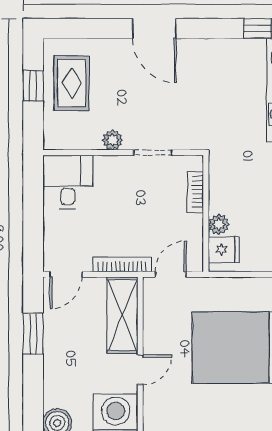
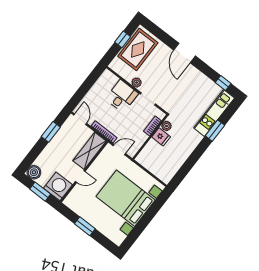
rug: (72, 83) -> (138, 49), width x1.36, depth x1.43
desk: (68, 182) -> (122, 96), moved
plant: (219, 224) -> (166, 126), moved
fridge: (224, 250) -> (161, 137), moved
door: (66, 274) -> (80, 119), swing flipped

